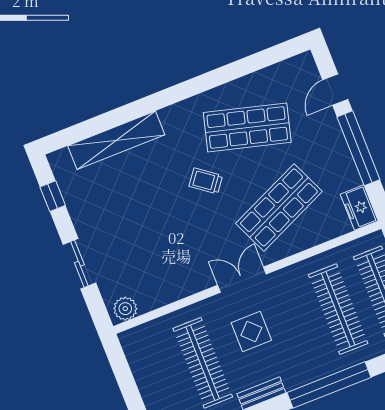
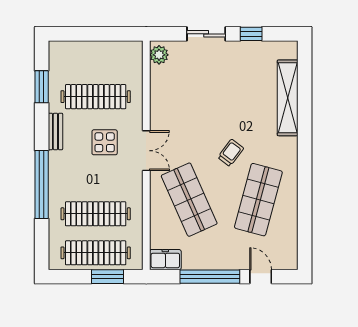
window: (53, 196) -> (251, 34), moved

